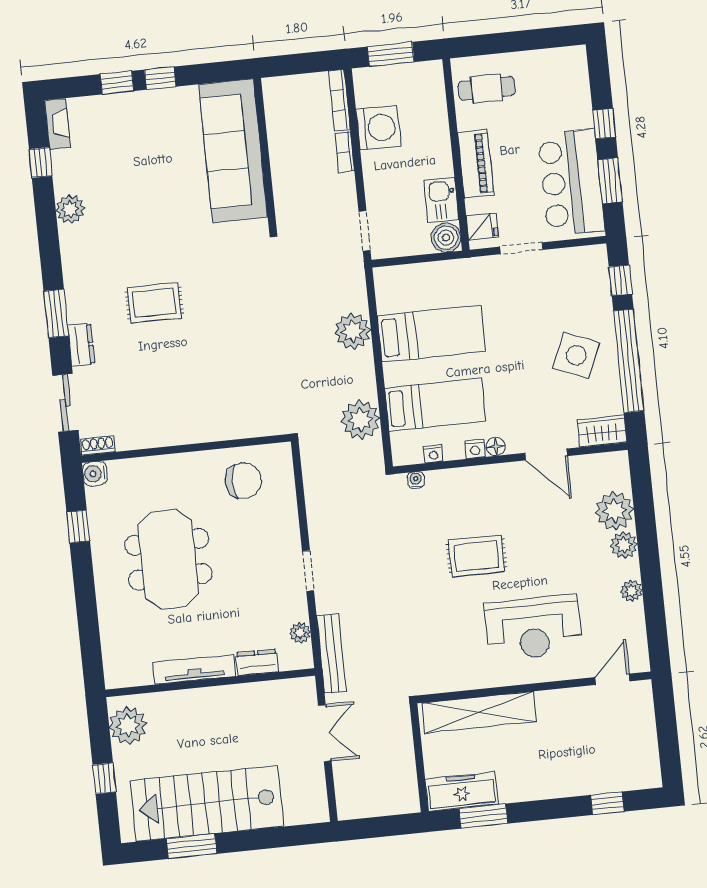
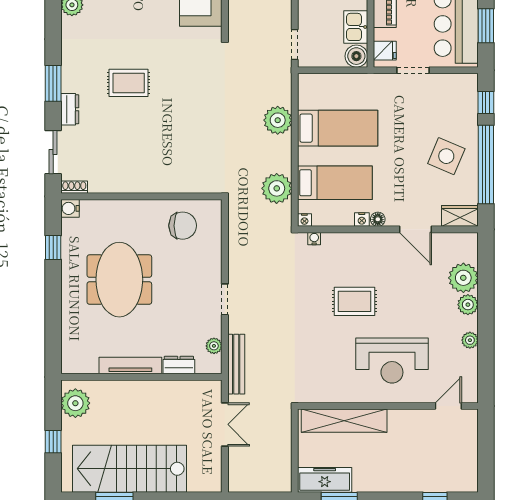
nightstand: (433, 454) -> (304, 220), moved

